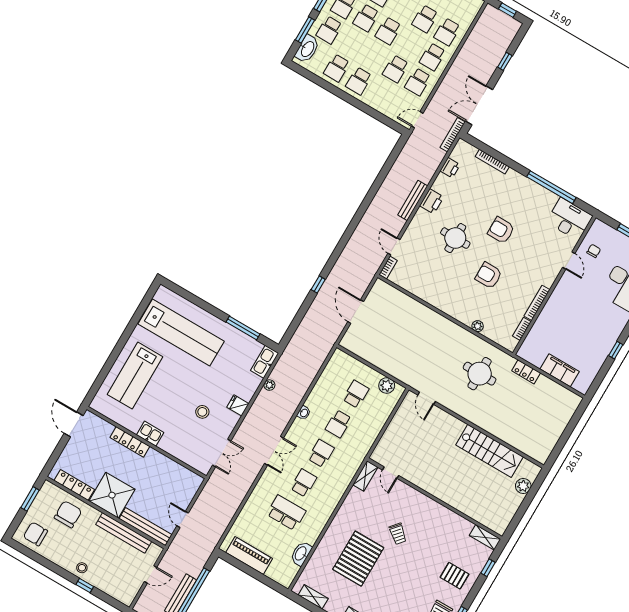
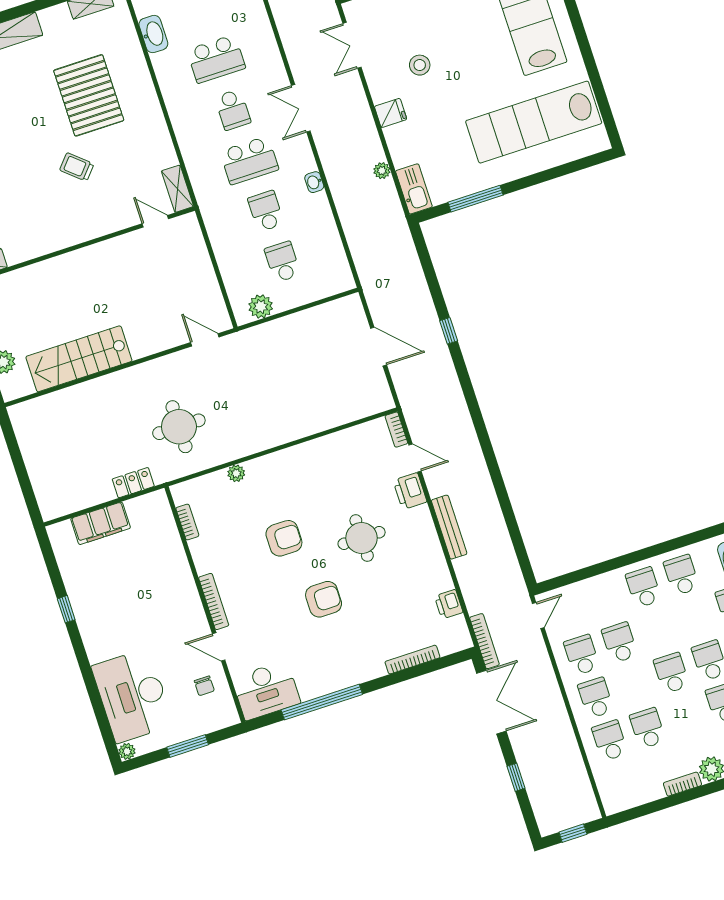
printer: (432, 201) -> (410, 491), moved
bookcase: (537, 303) -> (214, 601), moved
school desk: (356, 394) -> (282, 262), turned 180
school desk: (321, 453) -> (249, 160), width x1.85

